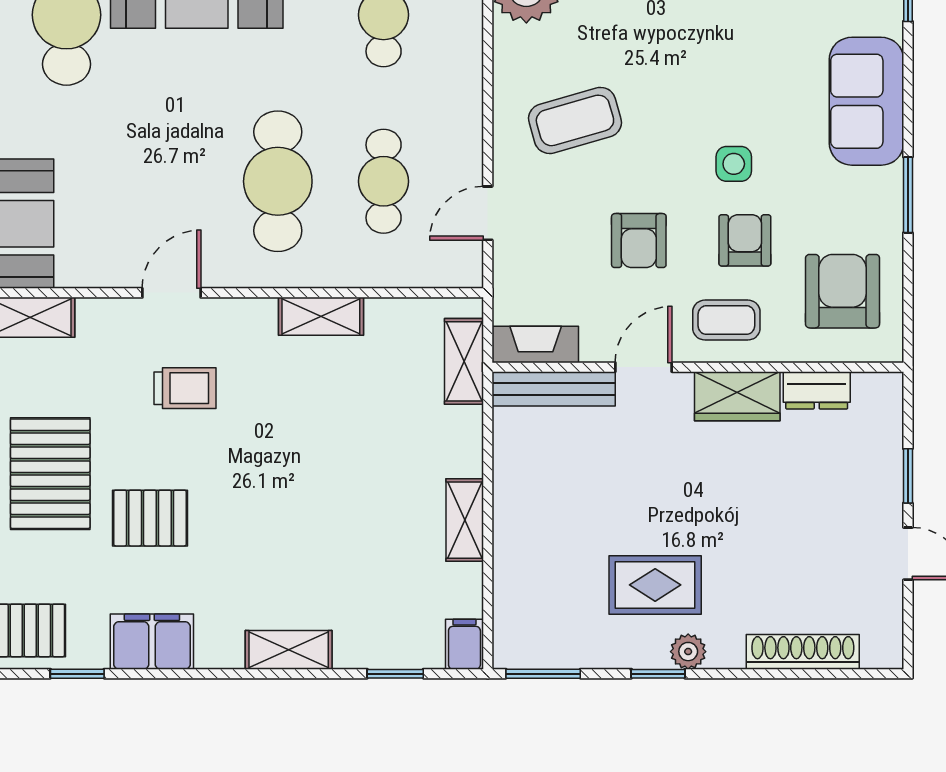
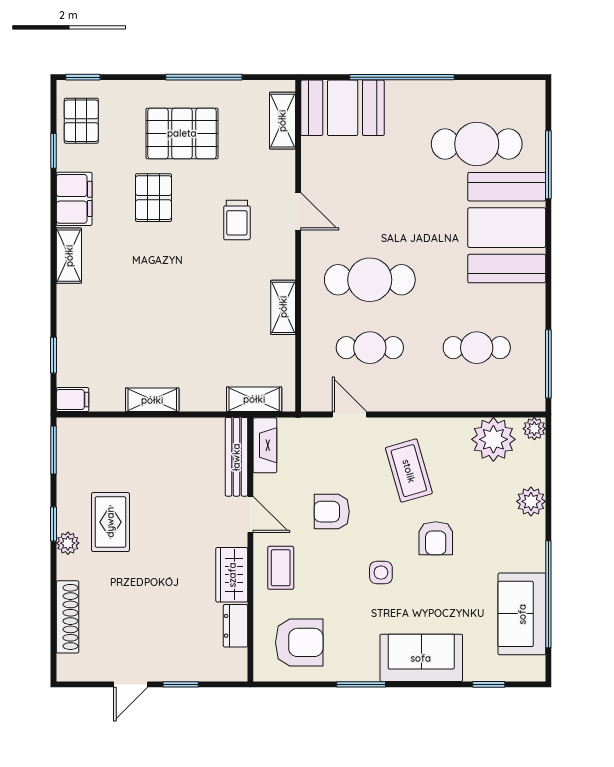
armchair: (745, 240) -> (436, 538), moved, turned 90
shelving: (289, 650) -> (69, 256), moved

